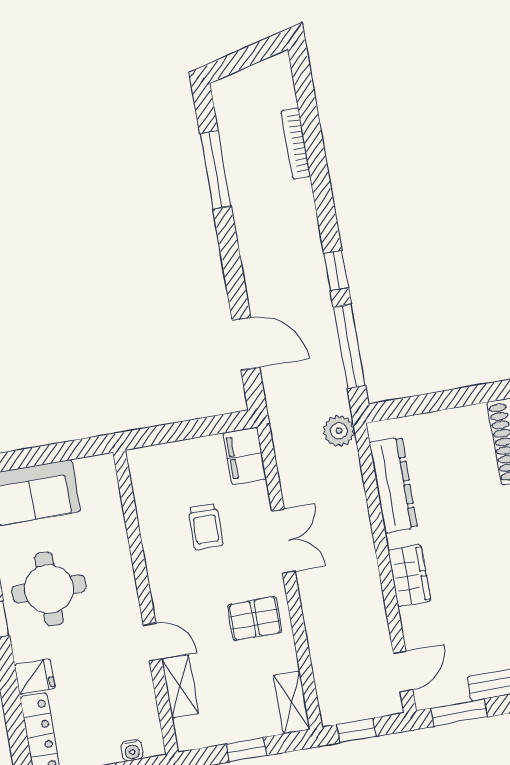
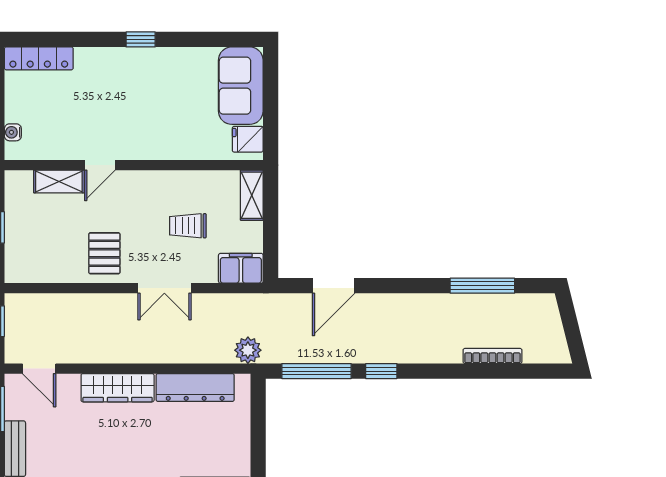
wardrobe: (409, 576) -> (118, 388), width x1.50
round table: (49, 589) -> (159, 87), removed
fridge: (35, 677) -> (248, 139), moved, turned 90
shelving: (292, 702) -> (252, 195), moved, turned 90

